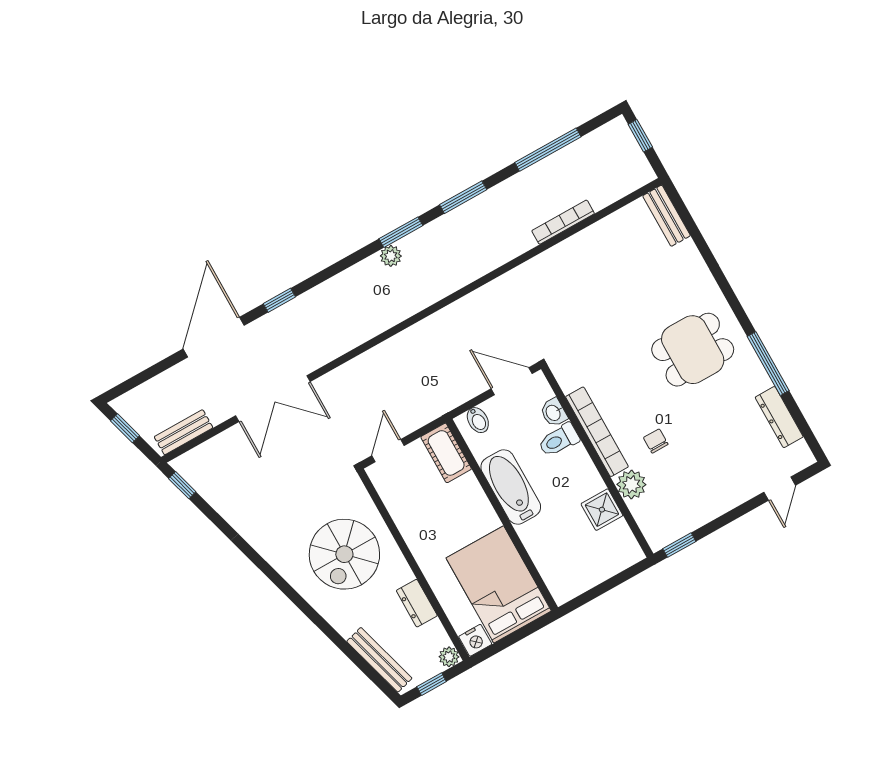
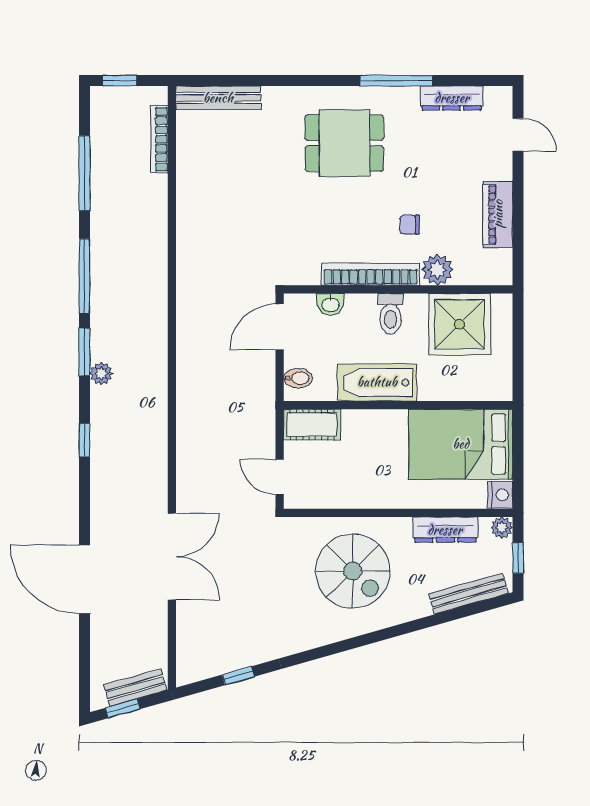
window: (463, 197) -> (84, 276), width x1.44
bench: (667, 216) -> (218, 98), width x1.36
bookcase: (563, 222) -> (159, 139), moved
window: (279, 300) -> (84, 440), moved
dining table: (693, 350) -> (344, 143), turned 90
bench: (184, 432) -> (135, 688), moved, turned 74
toilet: (559, 440) -> (390, 314), moved
window: (182, 485) -> (238, 676), moved
piano: (705, 509) -> (498, 214), added
shower: (602, 510) -> (459, 324), width x1.86, depth x1.86
window: (679, 545) -> (518, 257), removed
dresser: (417, 603) -> (445, 530), width x1.44

